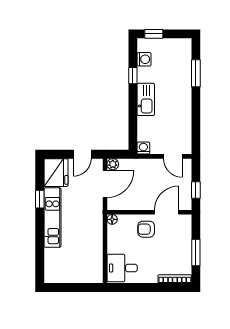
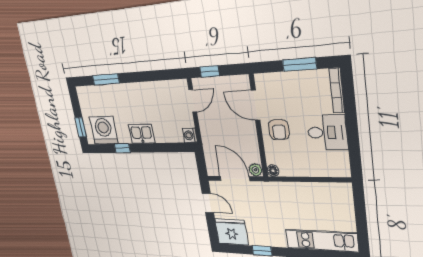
washing machine: (144, 59) -> (104, 130), width x1.89, depth x1.89
kitchen sink: (146, 99) -> (142, 134), width x0.73
plant: (113, 164) -> (255, 170), moved
window: (196, 190) -> (209, 71), moved
kitchen unit: (52, 218) -> (322, 241), moved
desk: (122, 268) -> (327, 132), moved, turned -90

